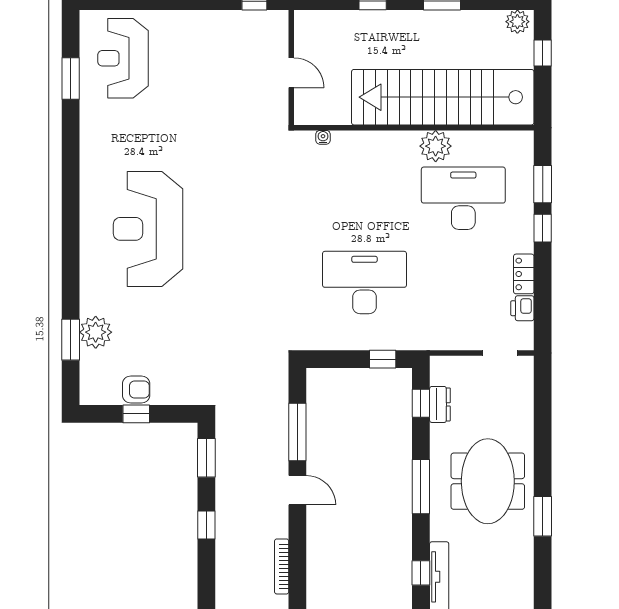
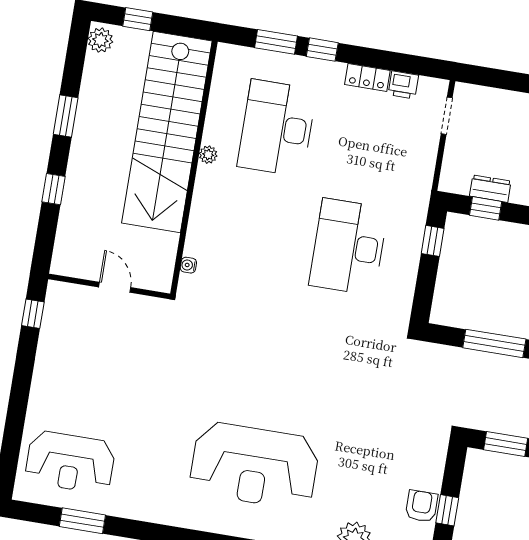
door: (291, 73) -> (115, 287), hinge flipped
plant: (436, 146) -> (208, 155), width x0.53, depth x0.53

